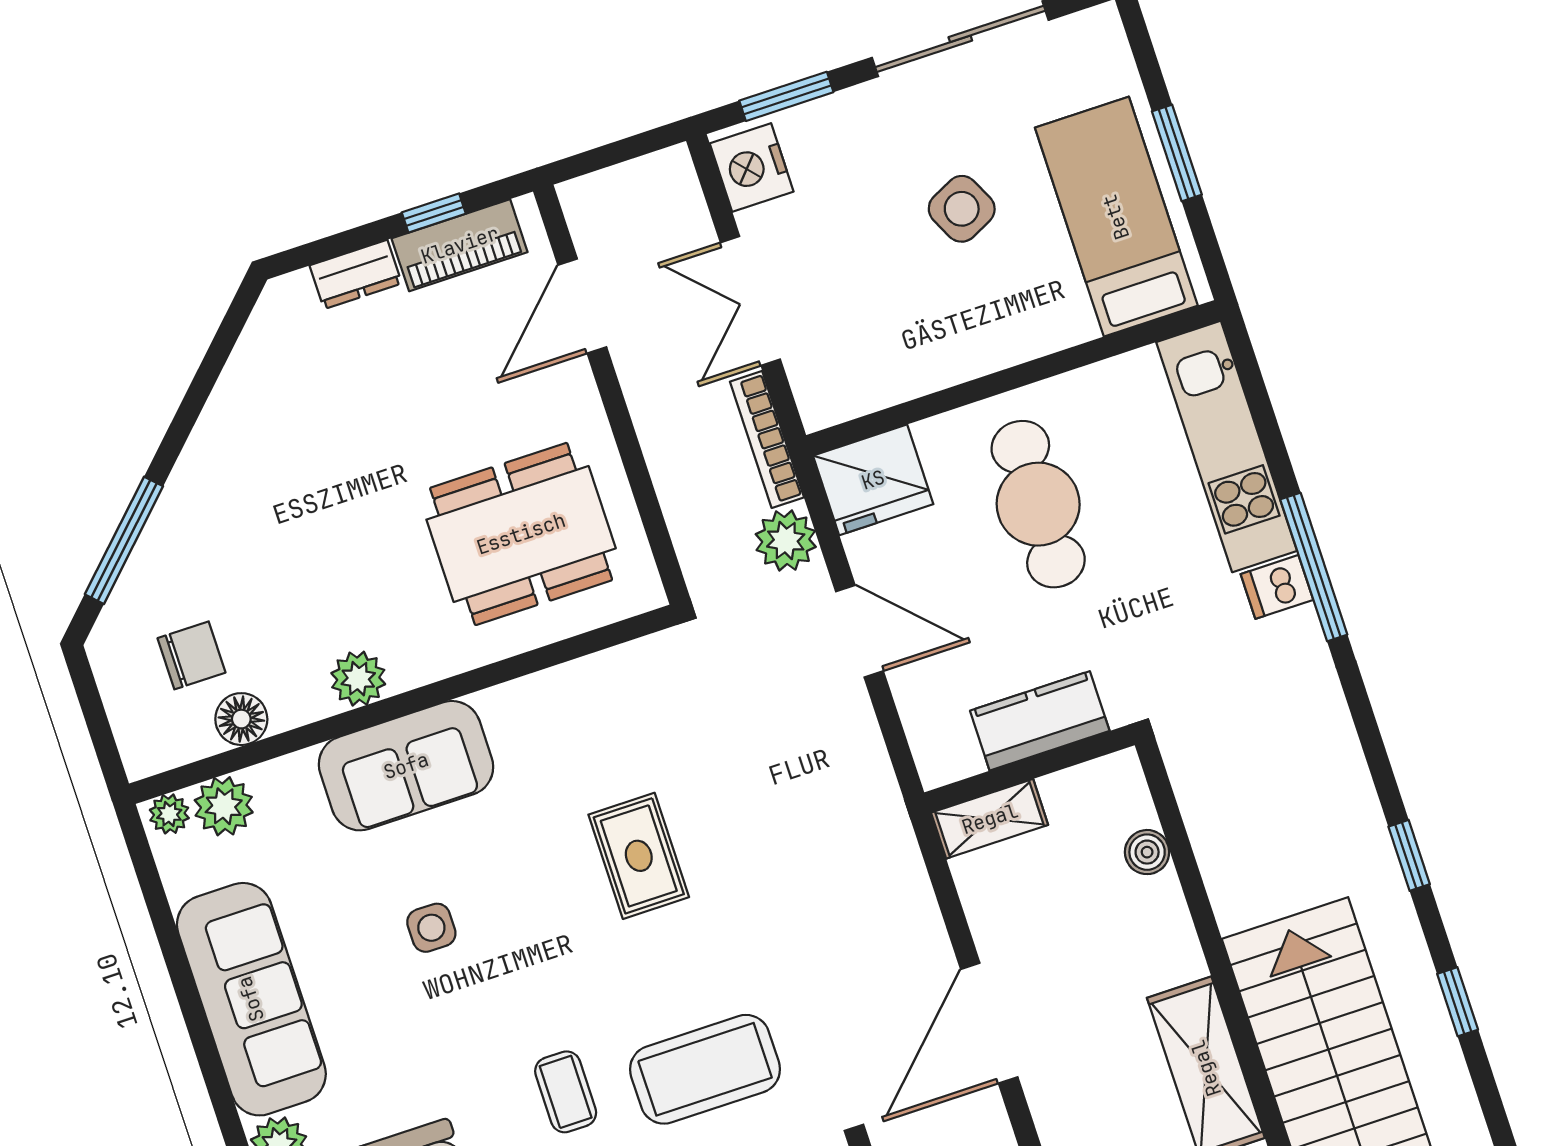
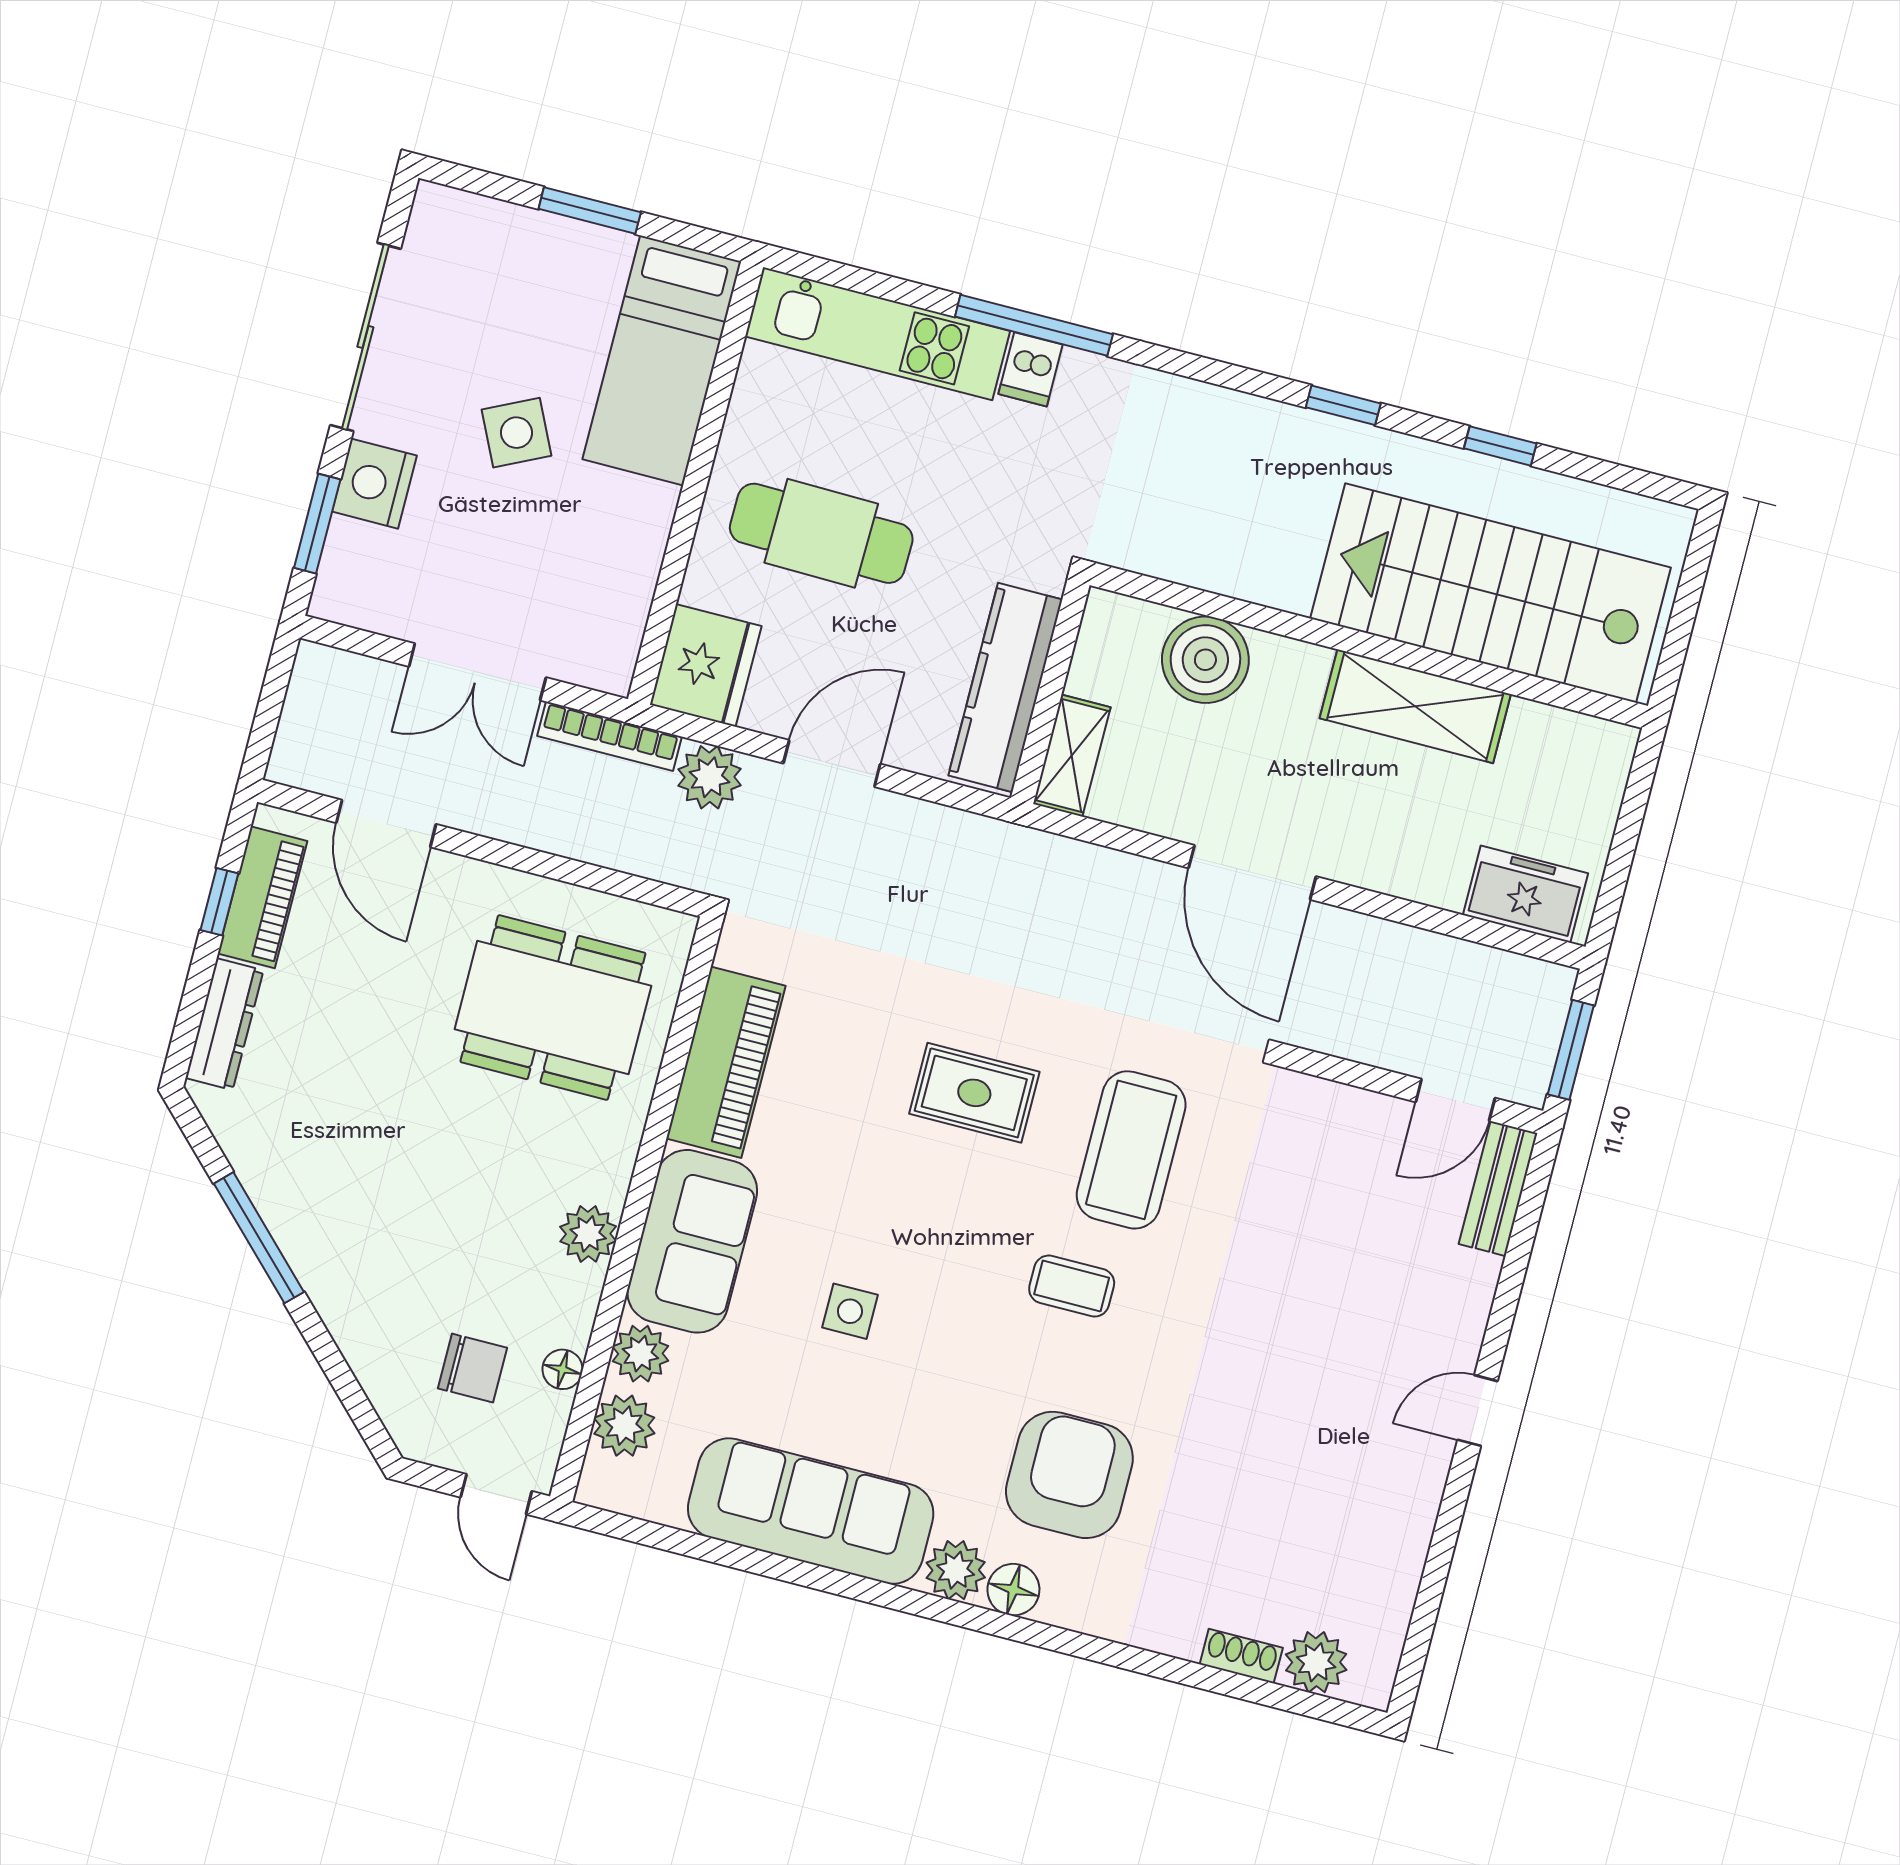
nightstand: (752, 168) -> (374, 484), moved, turned 90
bed: (1116, 217) -> (662, 360), moved, turned -90
dresser: (356, 274) -> (224, 1024), width x1.44
dining table: (521, 534) -> (553, 1007), turned 90
window: (124, 540) -> (259, 1238), moved
chair: (192, 655) -> (472, 1368), turned 90
piano: (566, 700) -> (726, 1062), added
floor lamp: (241, 719) -> (563, 1369), width x0.73, depth x0.73
kitchen counter: (1040, 721) -> (1005, 688), width x1.50
door: (103, 739) -> (496, 1494), added
plant: (169, 814) -> (640, 1354), moved, width x1.37, depth x1.37
boiler: (1147, 852) -> (1205, 660), width x1.86, depth x1.86
rug: (639, 856) -> (974, 1093), moved

